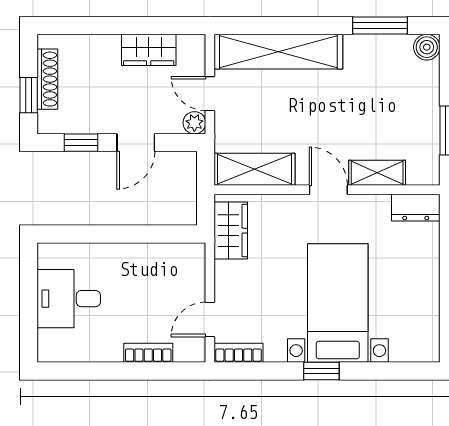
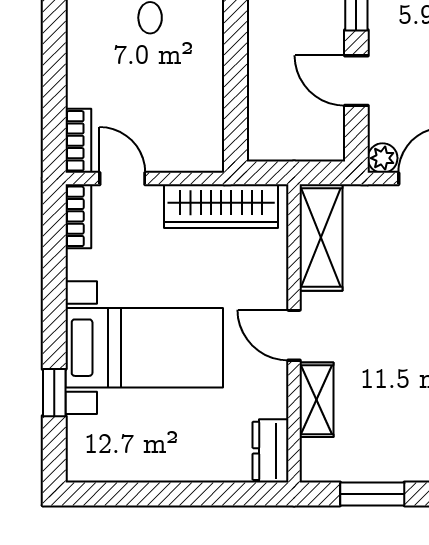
door: (328, 190) -> (294, 335), swing flipped
wardrobe: (231, 231) -> (221, 206), width x1.50
bookcase: (148, 353) -> (78, 141), moved
window: (321, 371) -> (54, 393), moved

